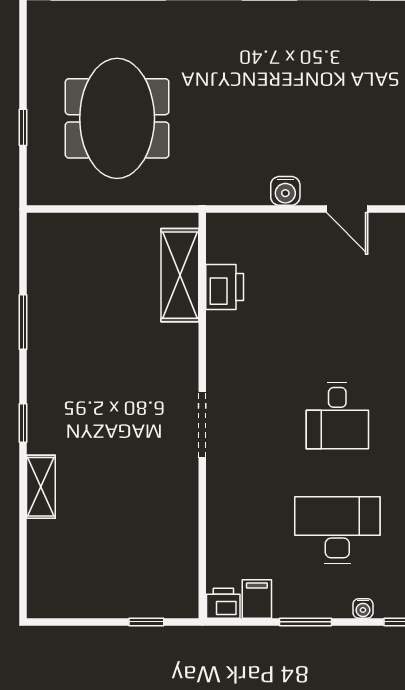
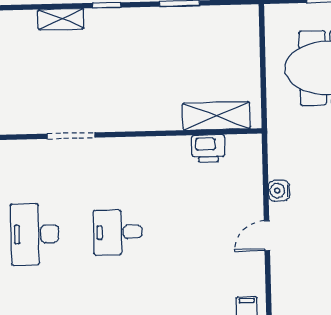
doorway: (202, 424) -> (71, 136), moved
desk: (337, 530) -> (35, 234), turned 180

